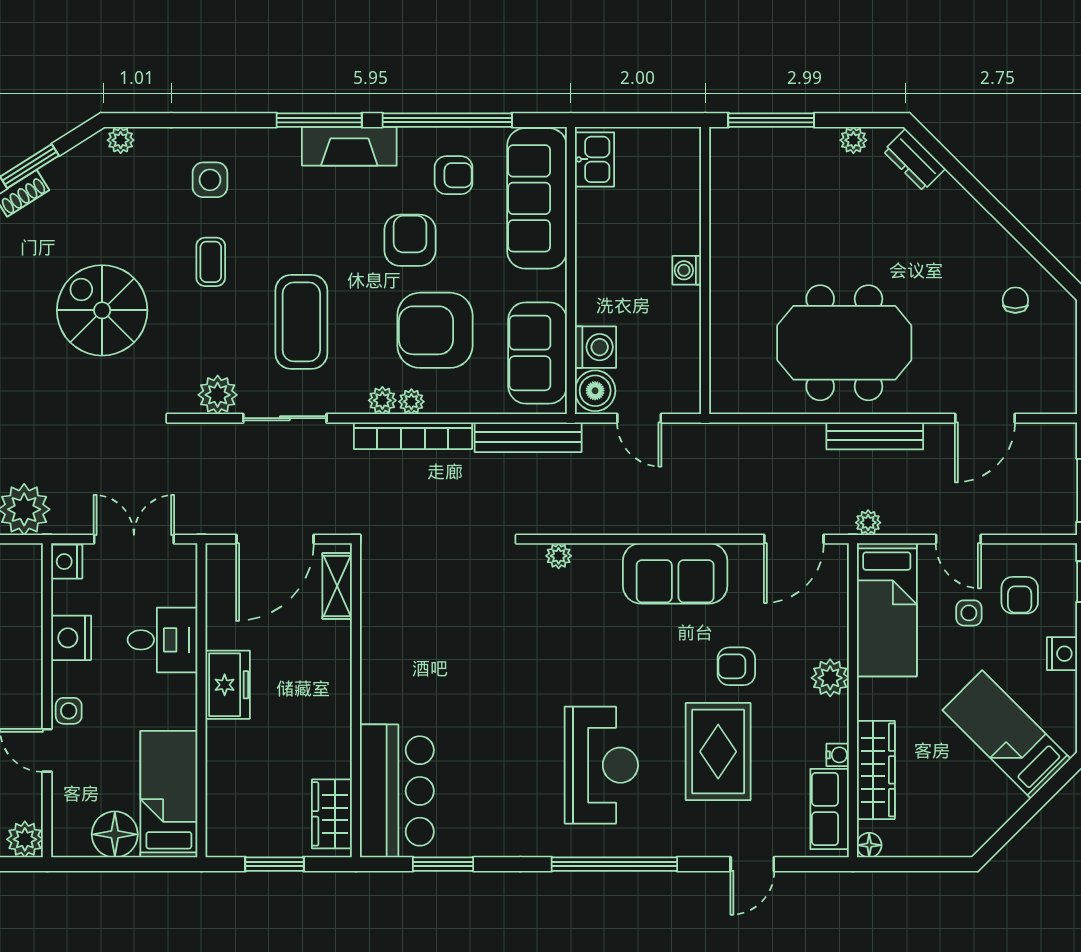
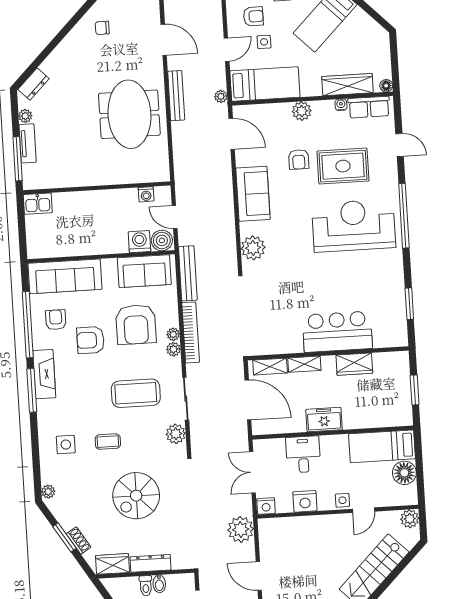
tv unit: (800, 141) -> (28, 143), added
kitchen sink: (594, 159) -> (38, 204), moved, turned 180
washing machine: (687, 270) -> (146, 194), moved
door: (639, 418) -> (175, 217), swing flipped
plant: (559, 556) -> (253, 248), width x1.88, depth x1.88
shelving: (338, 653) -> (304, 364), added
reception desk: (601, 765) -> (354, 226), width x1.36, depth x1.30
bar counter: (397, 791) -> (337, 332), moved
wardrobe: (332, 814) -> (354, 364), moved

